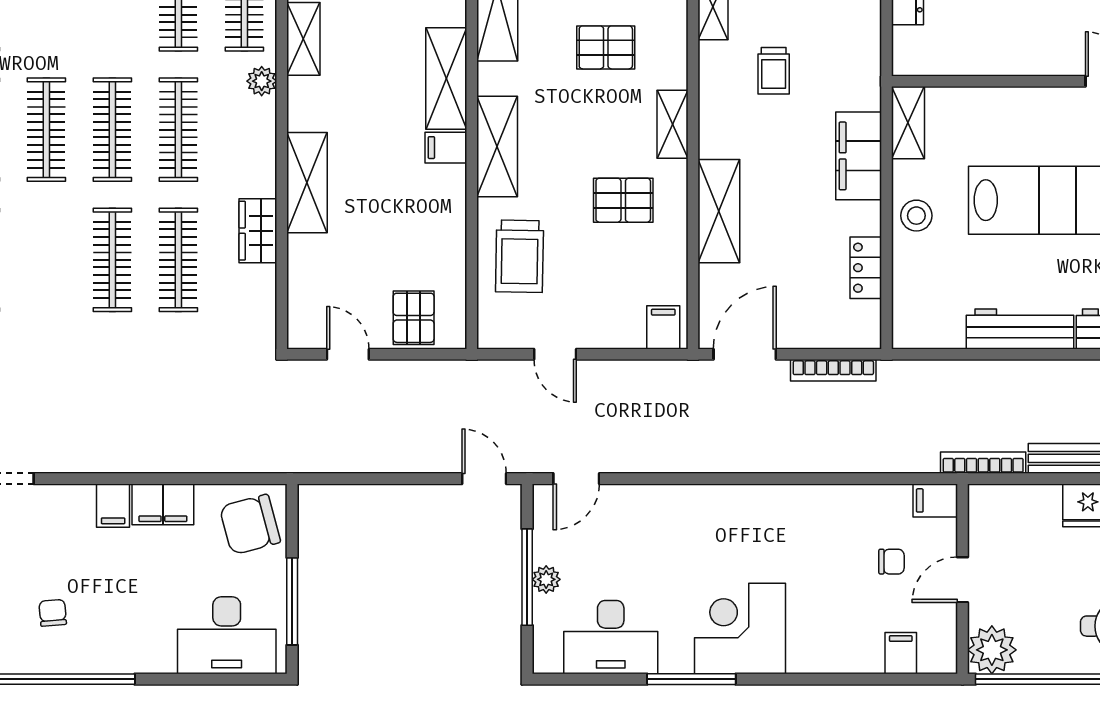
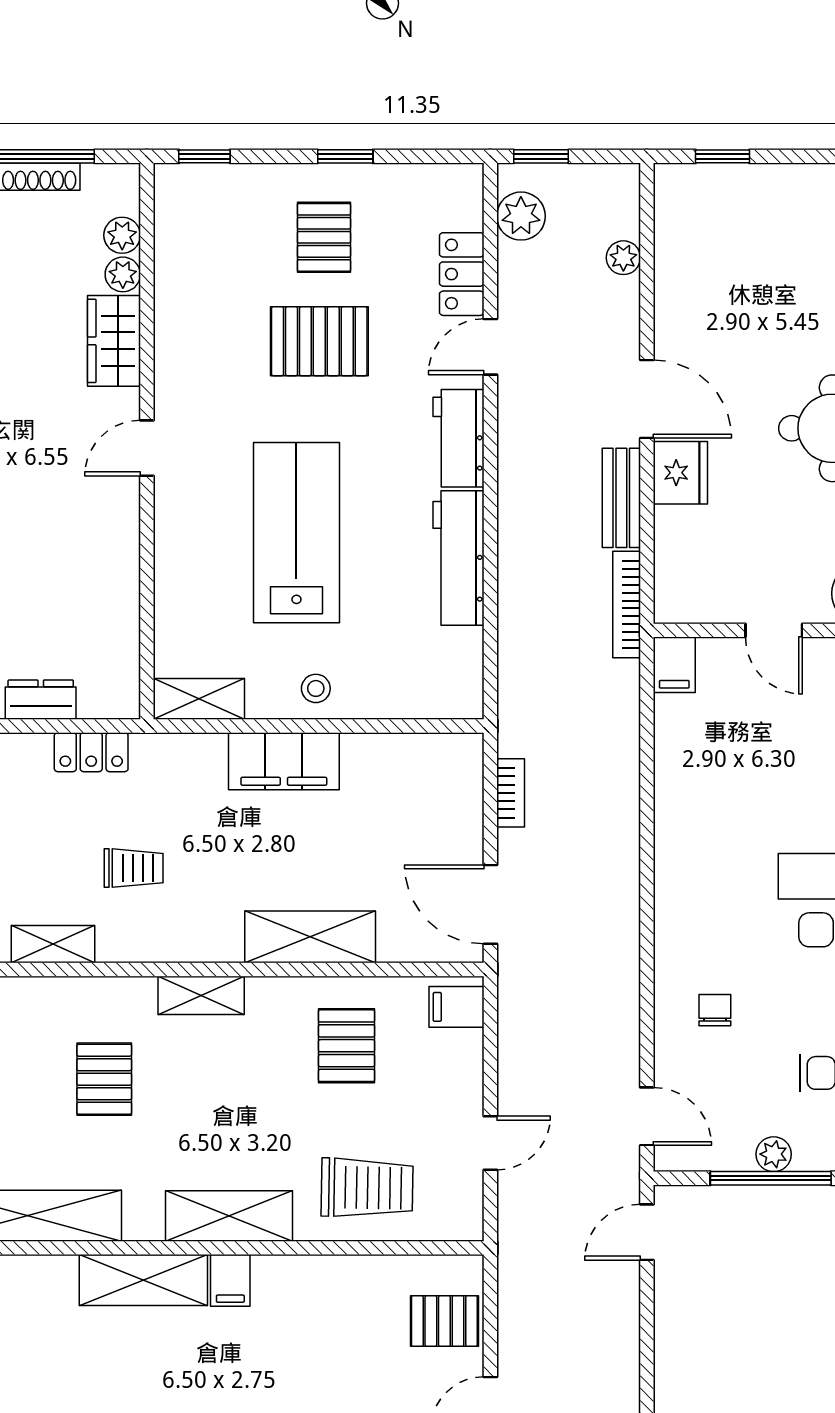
filing cabinet: (859, 156) -> (284, 761), moved
pallet: (623, 200) -> (347, 1046), moved
stool: (916, 216) -> (316, 688), width x0.73, depth x0.73
locker: (866, 268) -> (91, 752), moved
bookcase: (833, 370) -> (511, 793), width x0.64
chair: (892, 562) -> (715, 1010), moved

